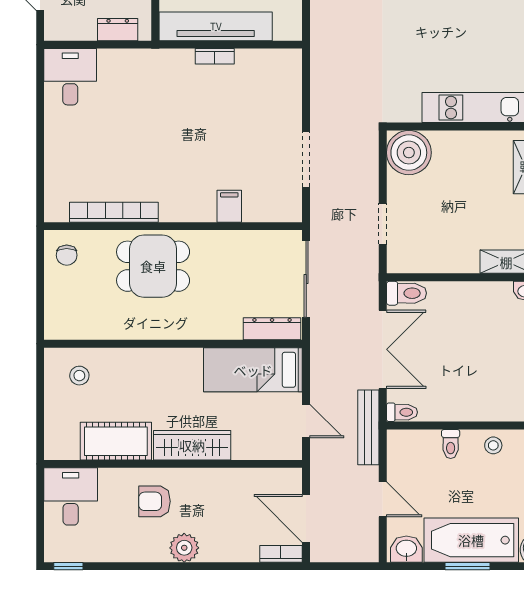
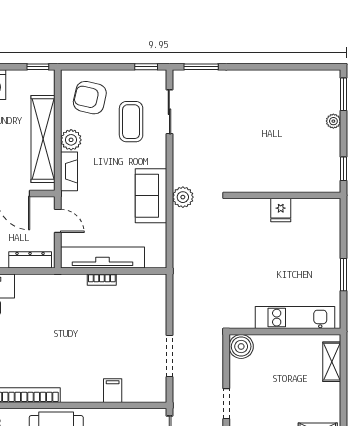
dresser: (118, 30) -> (30, 260), width x1.44
boiler: (409, 153) -> (241, 346), width x0.73, depth x0.73

